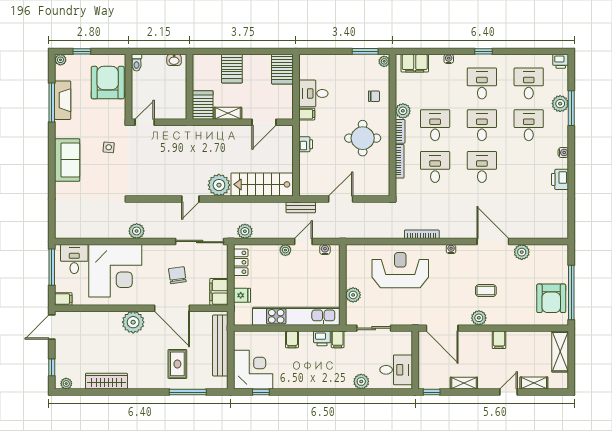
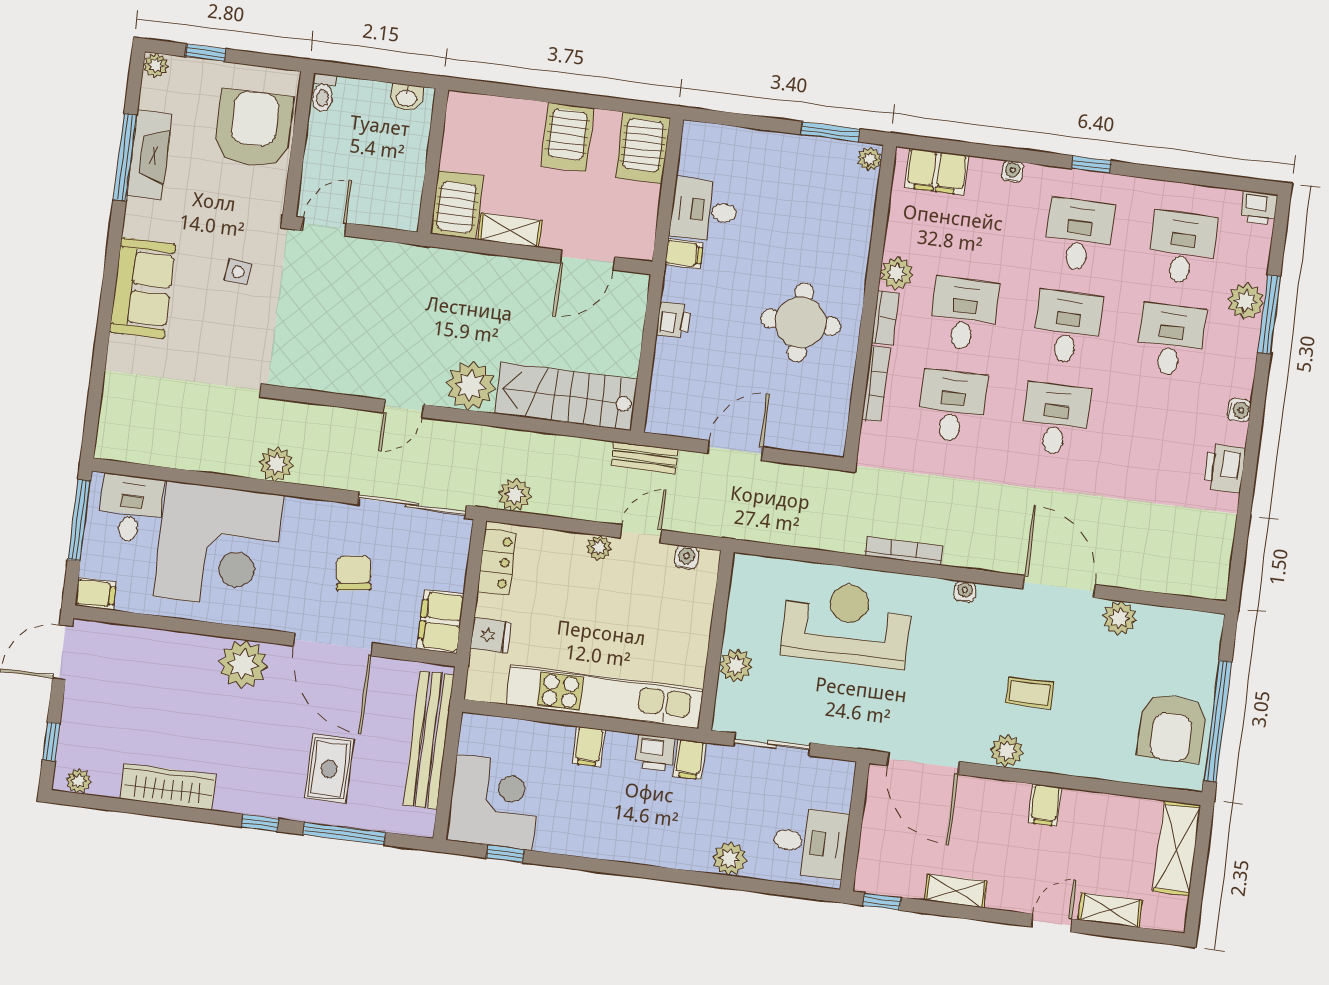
server rack: (232, 69) -> (567, 137), moved
chair: (374, 96) -> (837, 233), removed
window: (150, 392) -> (260, 823), added

